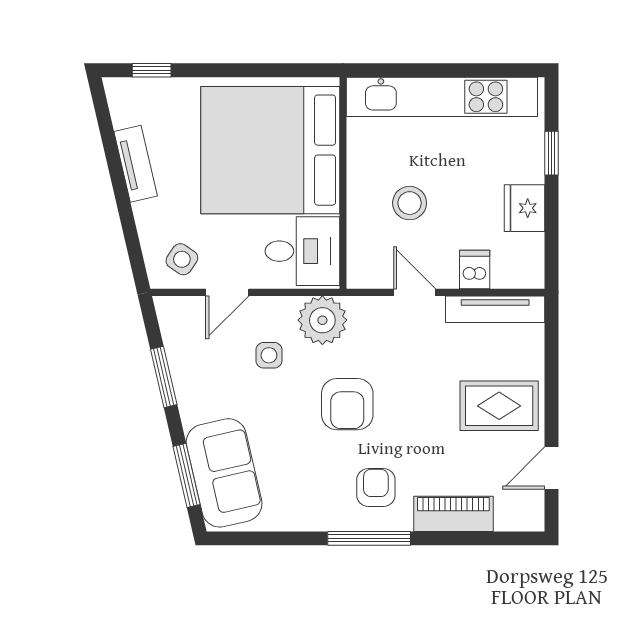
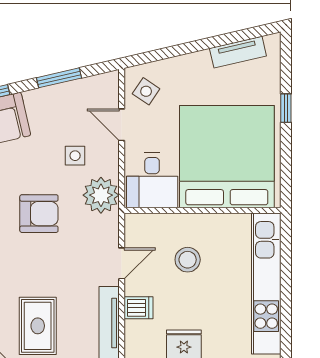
window: (152, 70) -> (286, 108), moved
tv unit: (136, 164) -> (238, 52), moved
armchair: (347, 404) -> (39, 214), turned 180

